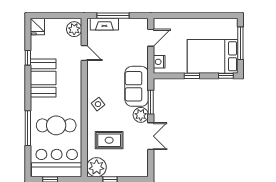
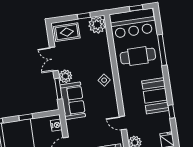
rug: (109, 140) -> (67, 32), moved

